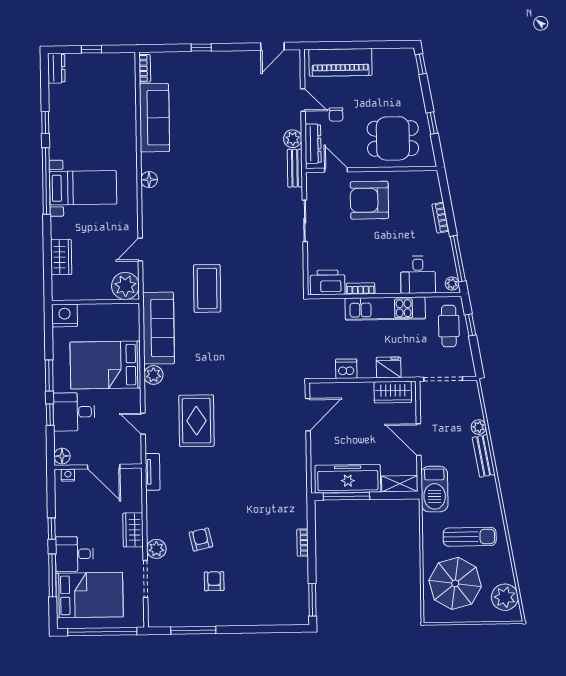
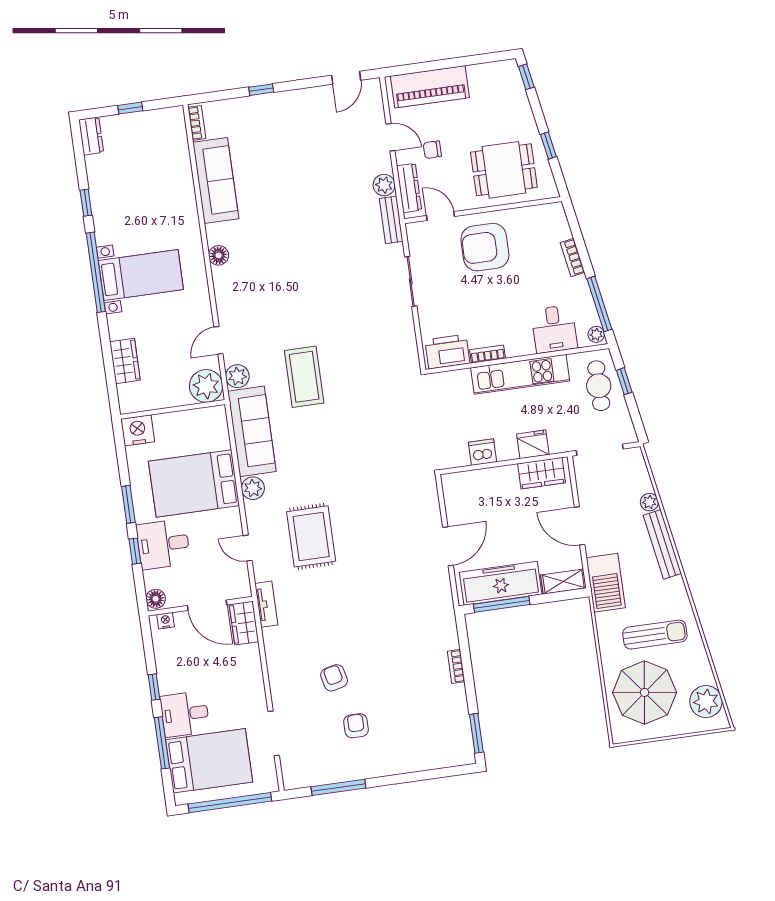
chair: (336, 114) -> (432, 150), turned 90
door: (308, 415) -> (448, 546), moved
bench: (484, 456) -> (662, 544), width x1.36
wardrobe: (133, 530) -> (244, 623), moved
plant: (156, 549) -> (237, 376), moved

